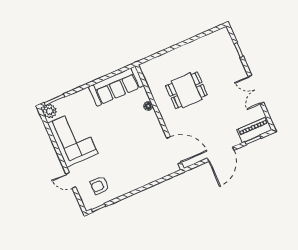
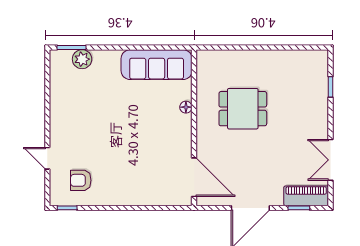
double door: (256, 89) -> (330, 160), moved
plant: (50, 111) -> (82, 59), moved
corner sofa: (73, 139) -> (73, 106), removed

